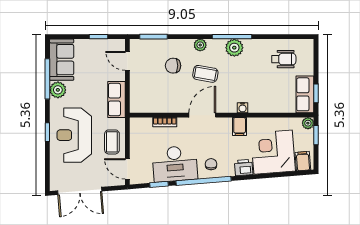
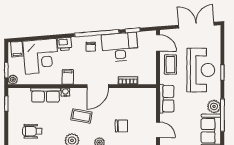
coffee table: (205, 74) -> (81, 116), moved
row of seats: (305, 94) -> (45, 95), moved, turned 90

